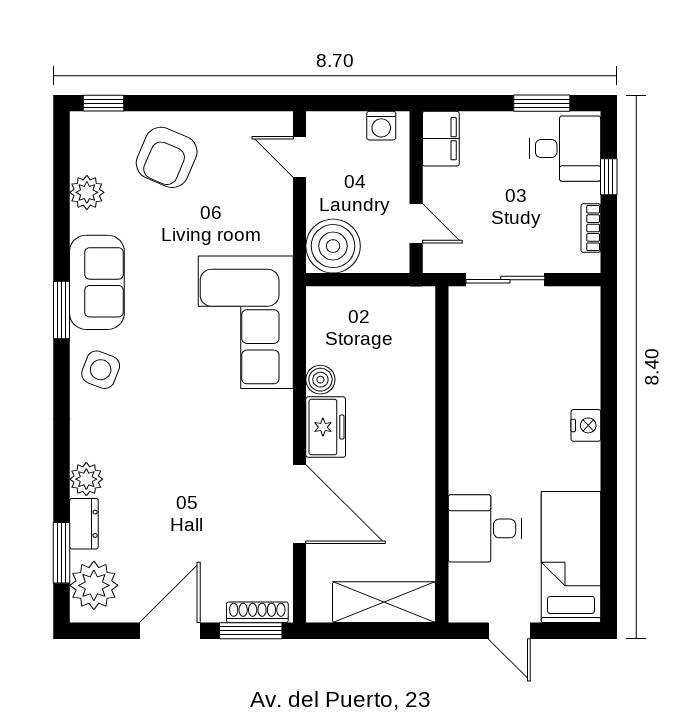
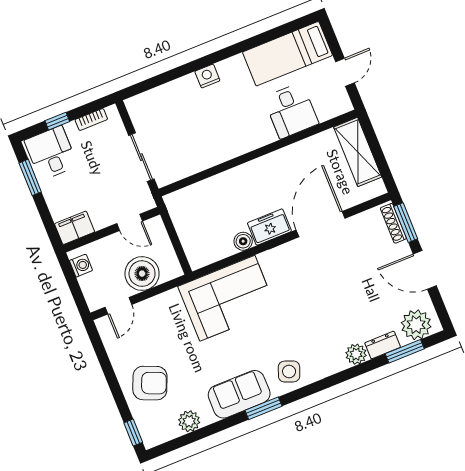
door: (416, 223) -> (130, 222), swing flipped
boiler: (333, 246) -> (142, 274), moved

